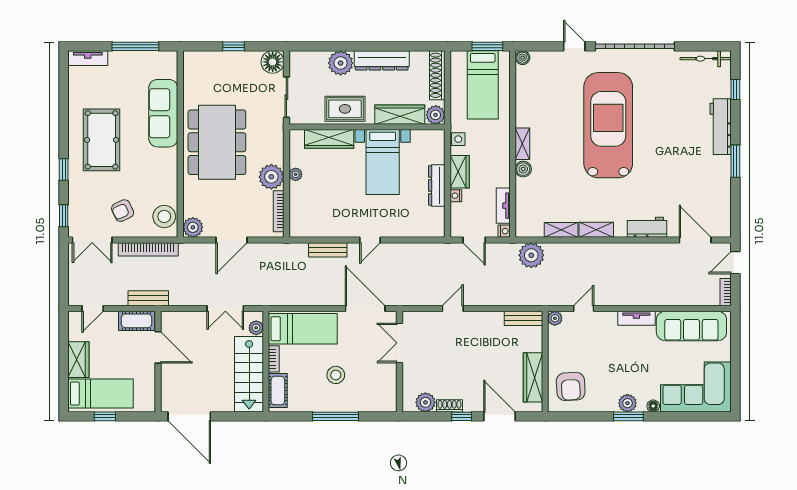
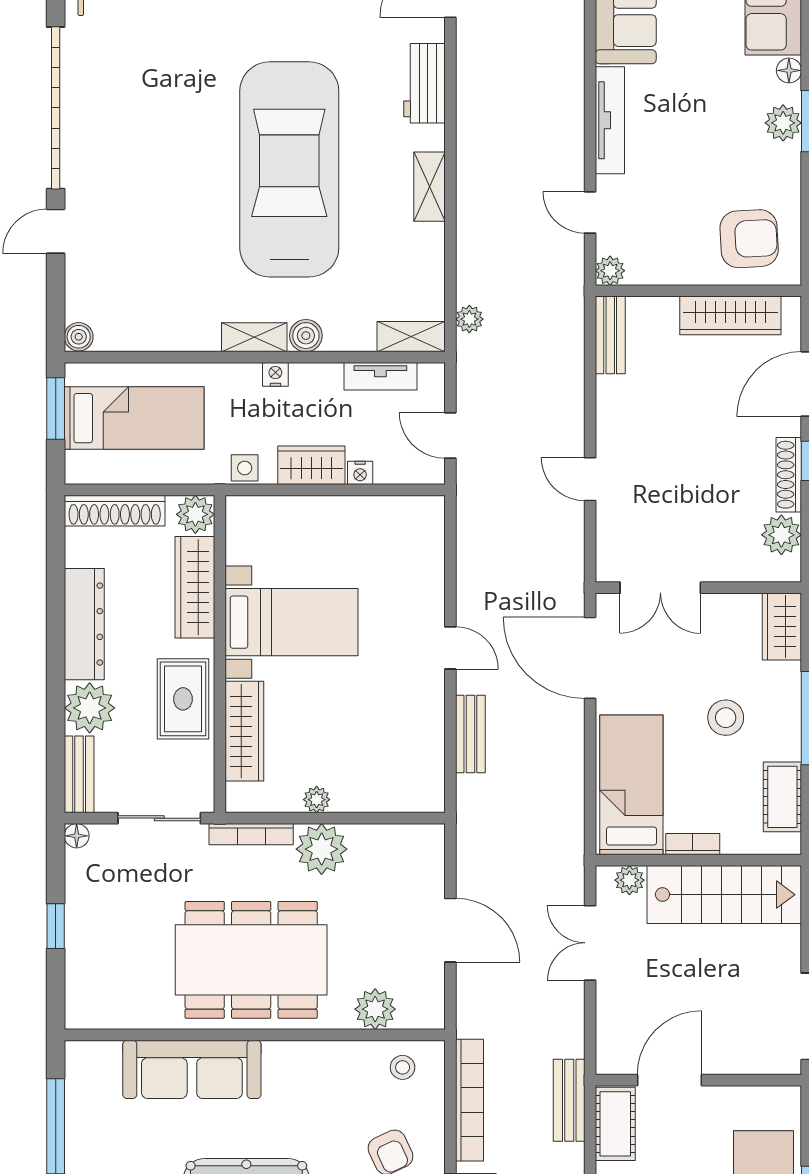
bench: (308, 58) -> (79, 774), added
floor lamp: (273, 62) -> (77, 836), width x0.53, depth x0.53
car: (608, 125) -> (289, 169), moved, turned 90
dresser: (437, 185) -> (339, 512), removed
bookcase: (279, 211) -> (251, 834), moved
stool: (164, 217) -> (403, 1067), width x0.53, depth x0.53
plant: (193, 227) -> (375, 1009), moved
shelving: (561, 230) -> (411, 337), moved, turned 90
nightstand: (504, 231) -> (275, 374), moved
door: (474, 240) -> (450, 435), swing flipped
plant: (531, 255) -> (469, 319), width x0.53, depth x0.53
double door: (225, 308) -> (590, 943), swing flipped
door: (365, 308) -> (590, 658), hinge flipped
tv unit: (636, 318) -> (610, 120), width x1.41
cot: (278, 391) -> (782, 797), moved, turned 90
wardrobe: (380, 403) -> (782, 626), added
shoe rack: (449, 406) -> (789, 475), width x1.43

